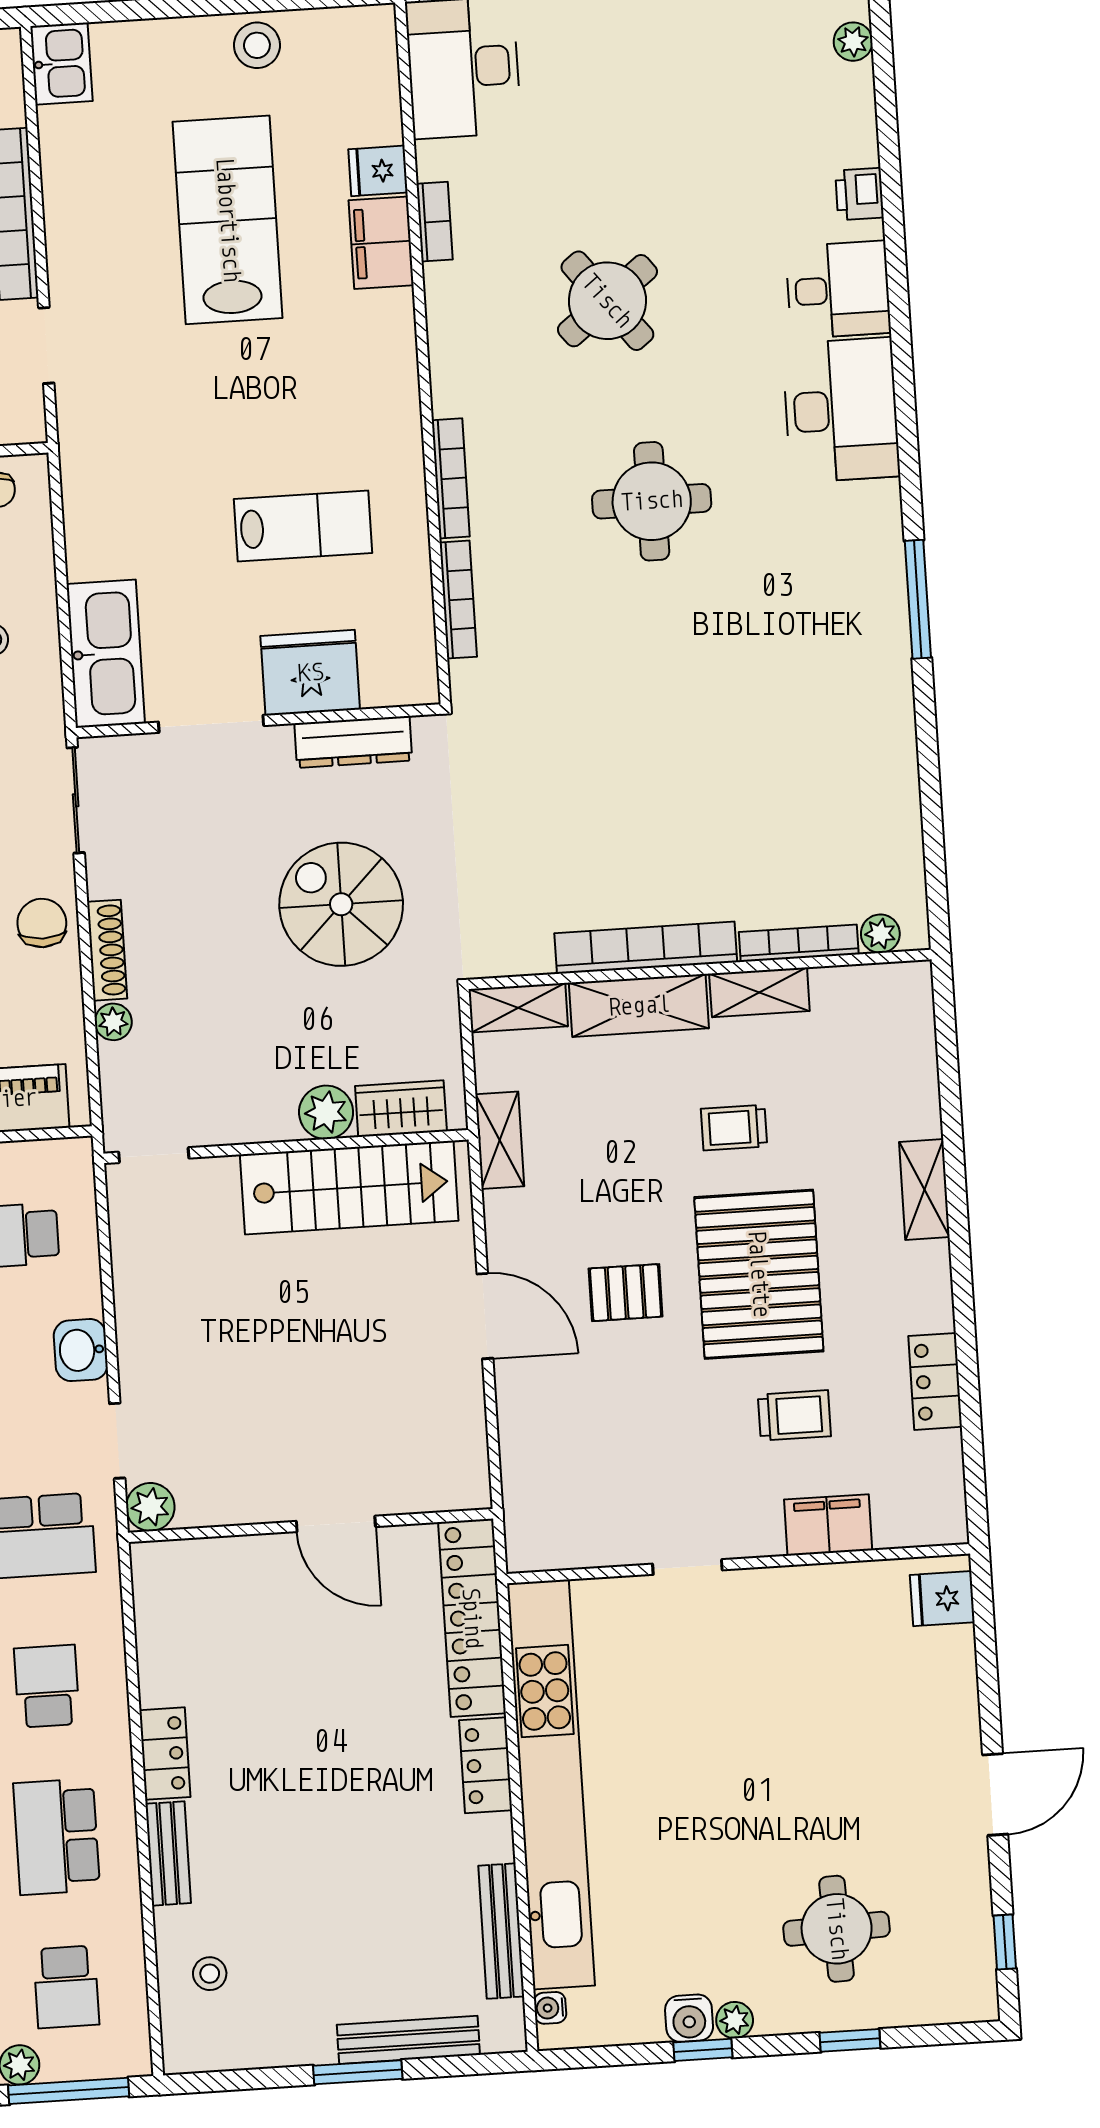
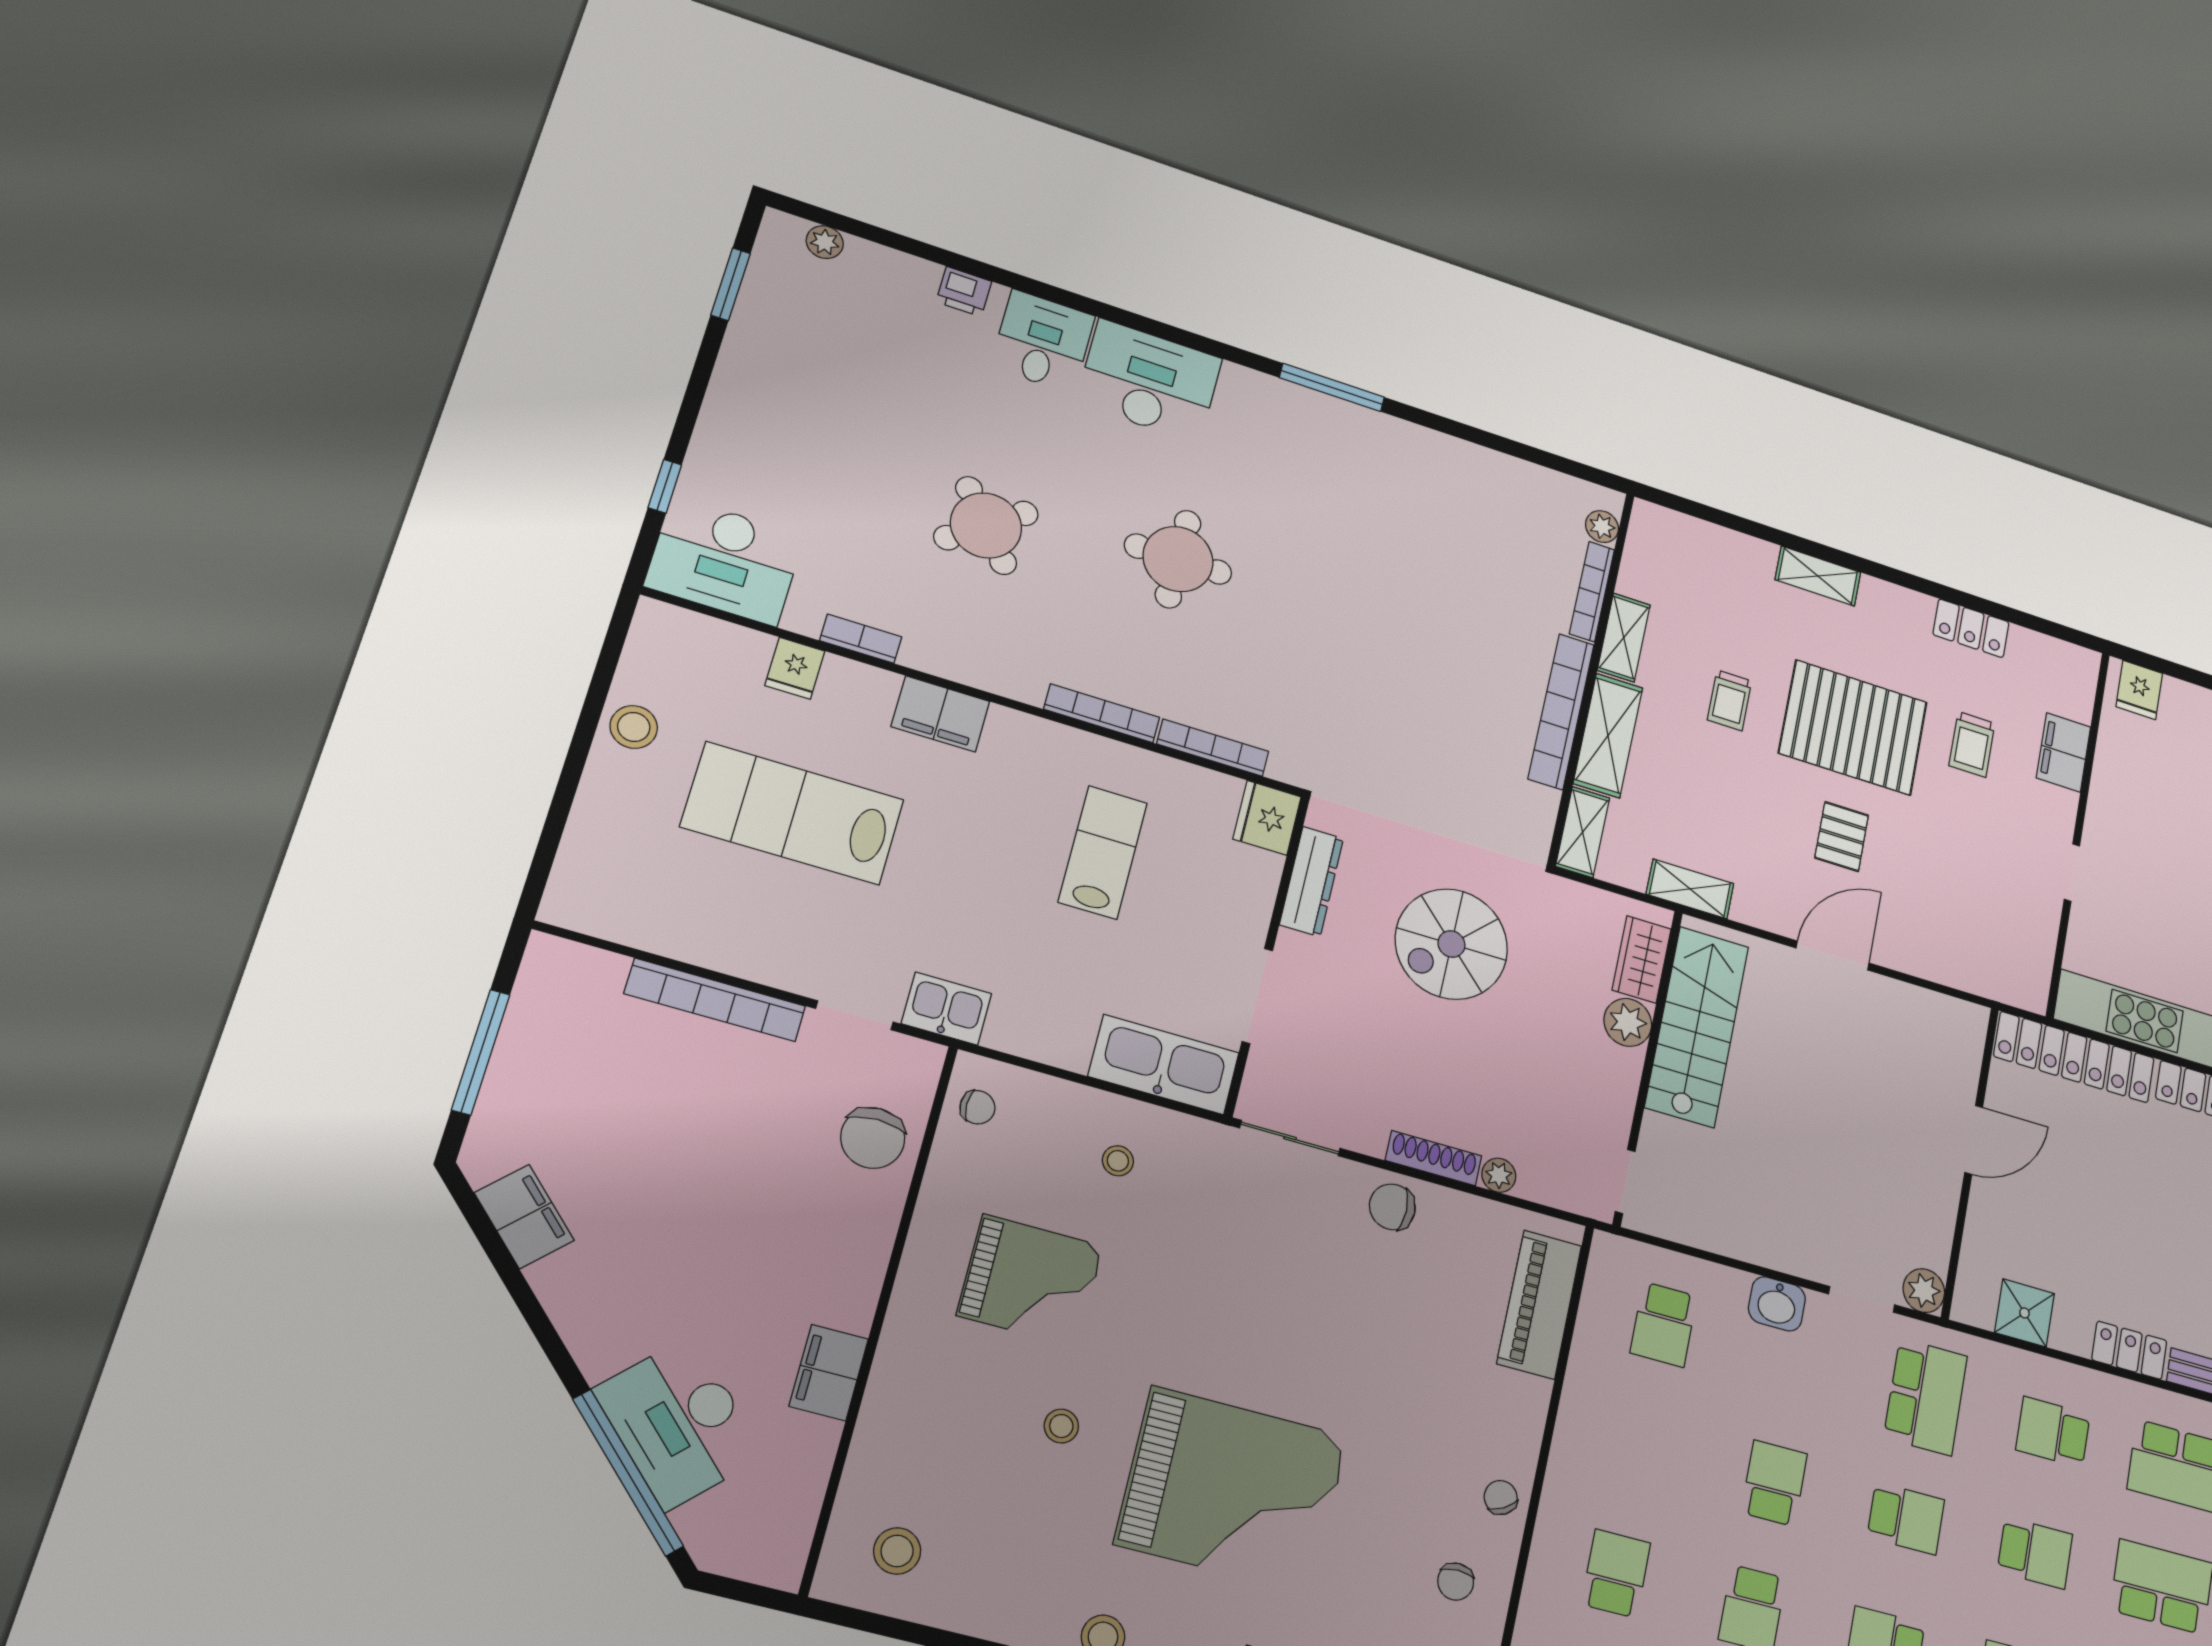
kitchen sink: (61, 64) -> (946, 1009), moved
filing cabinet: (381, 243) -> (941, 714), moved
fridge: (310, 673) -> (1267, 818), moved, width x0.73, depth x0.75
trolley: (794, 1415) -> (1972, 744), turned 180
shower: (165, 1625) -> (2024, 1313), added

